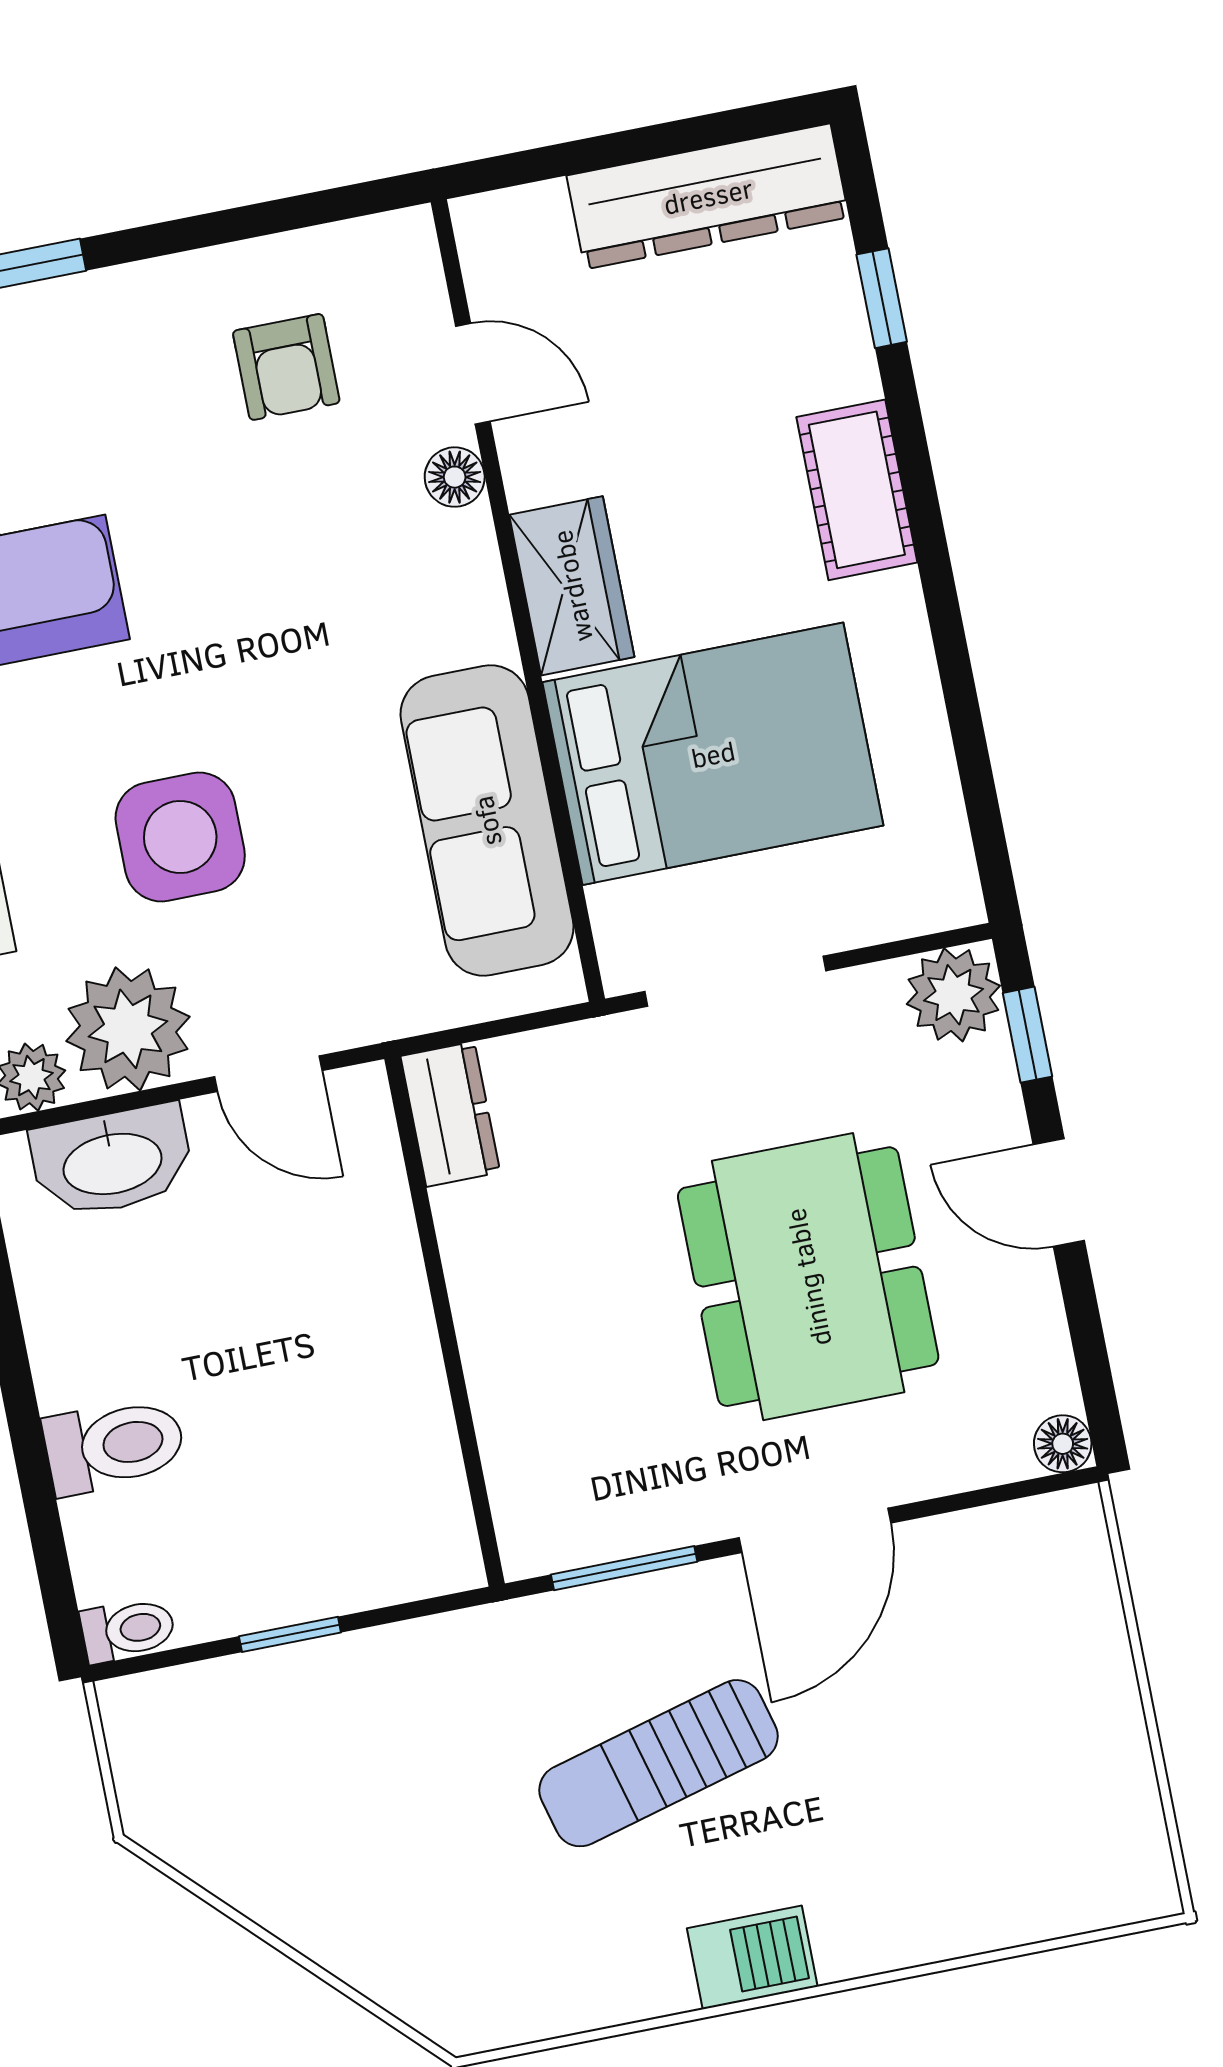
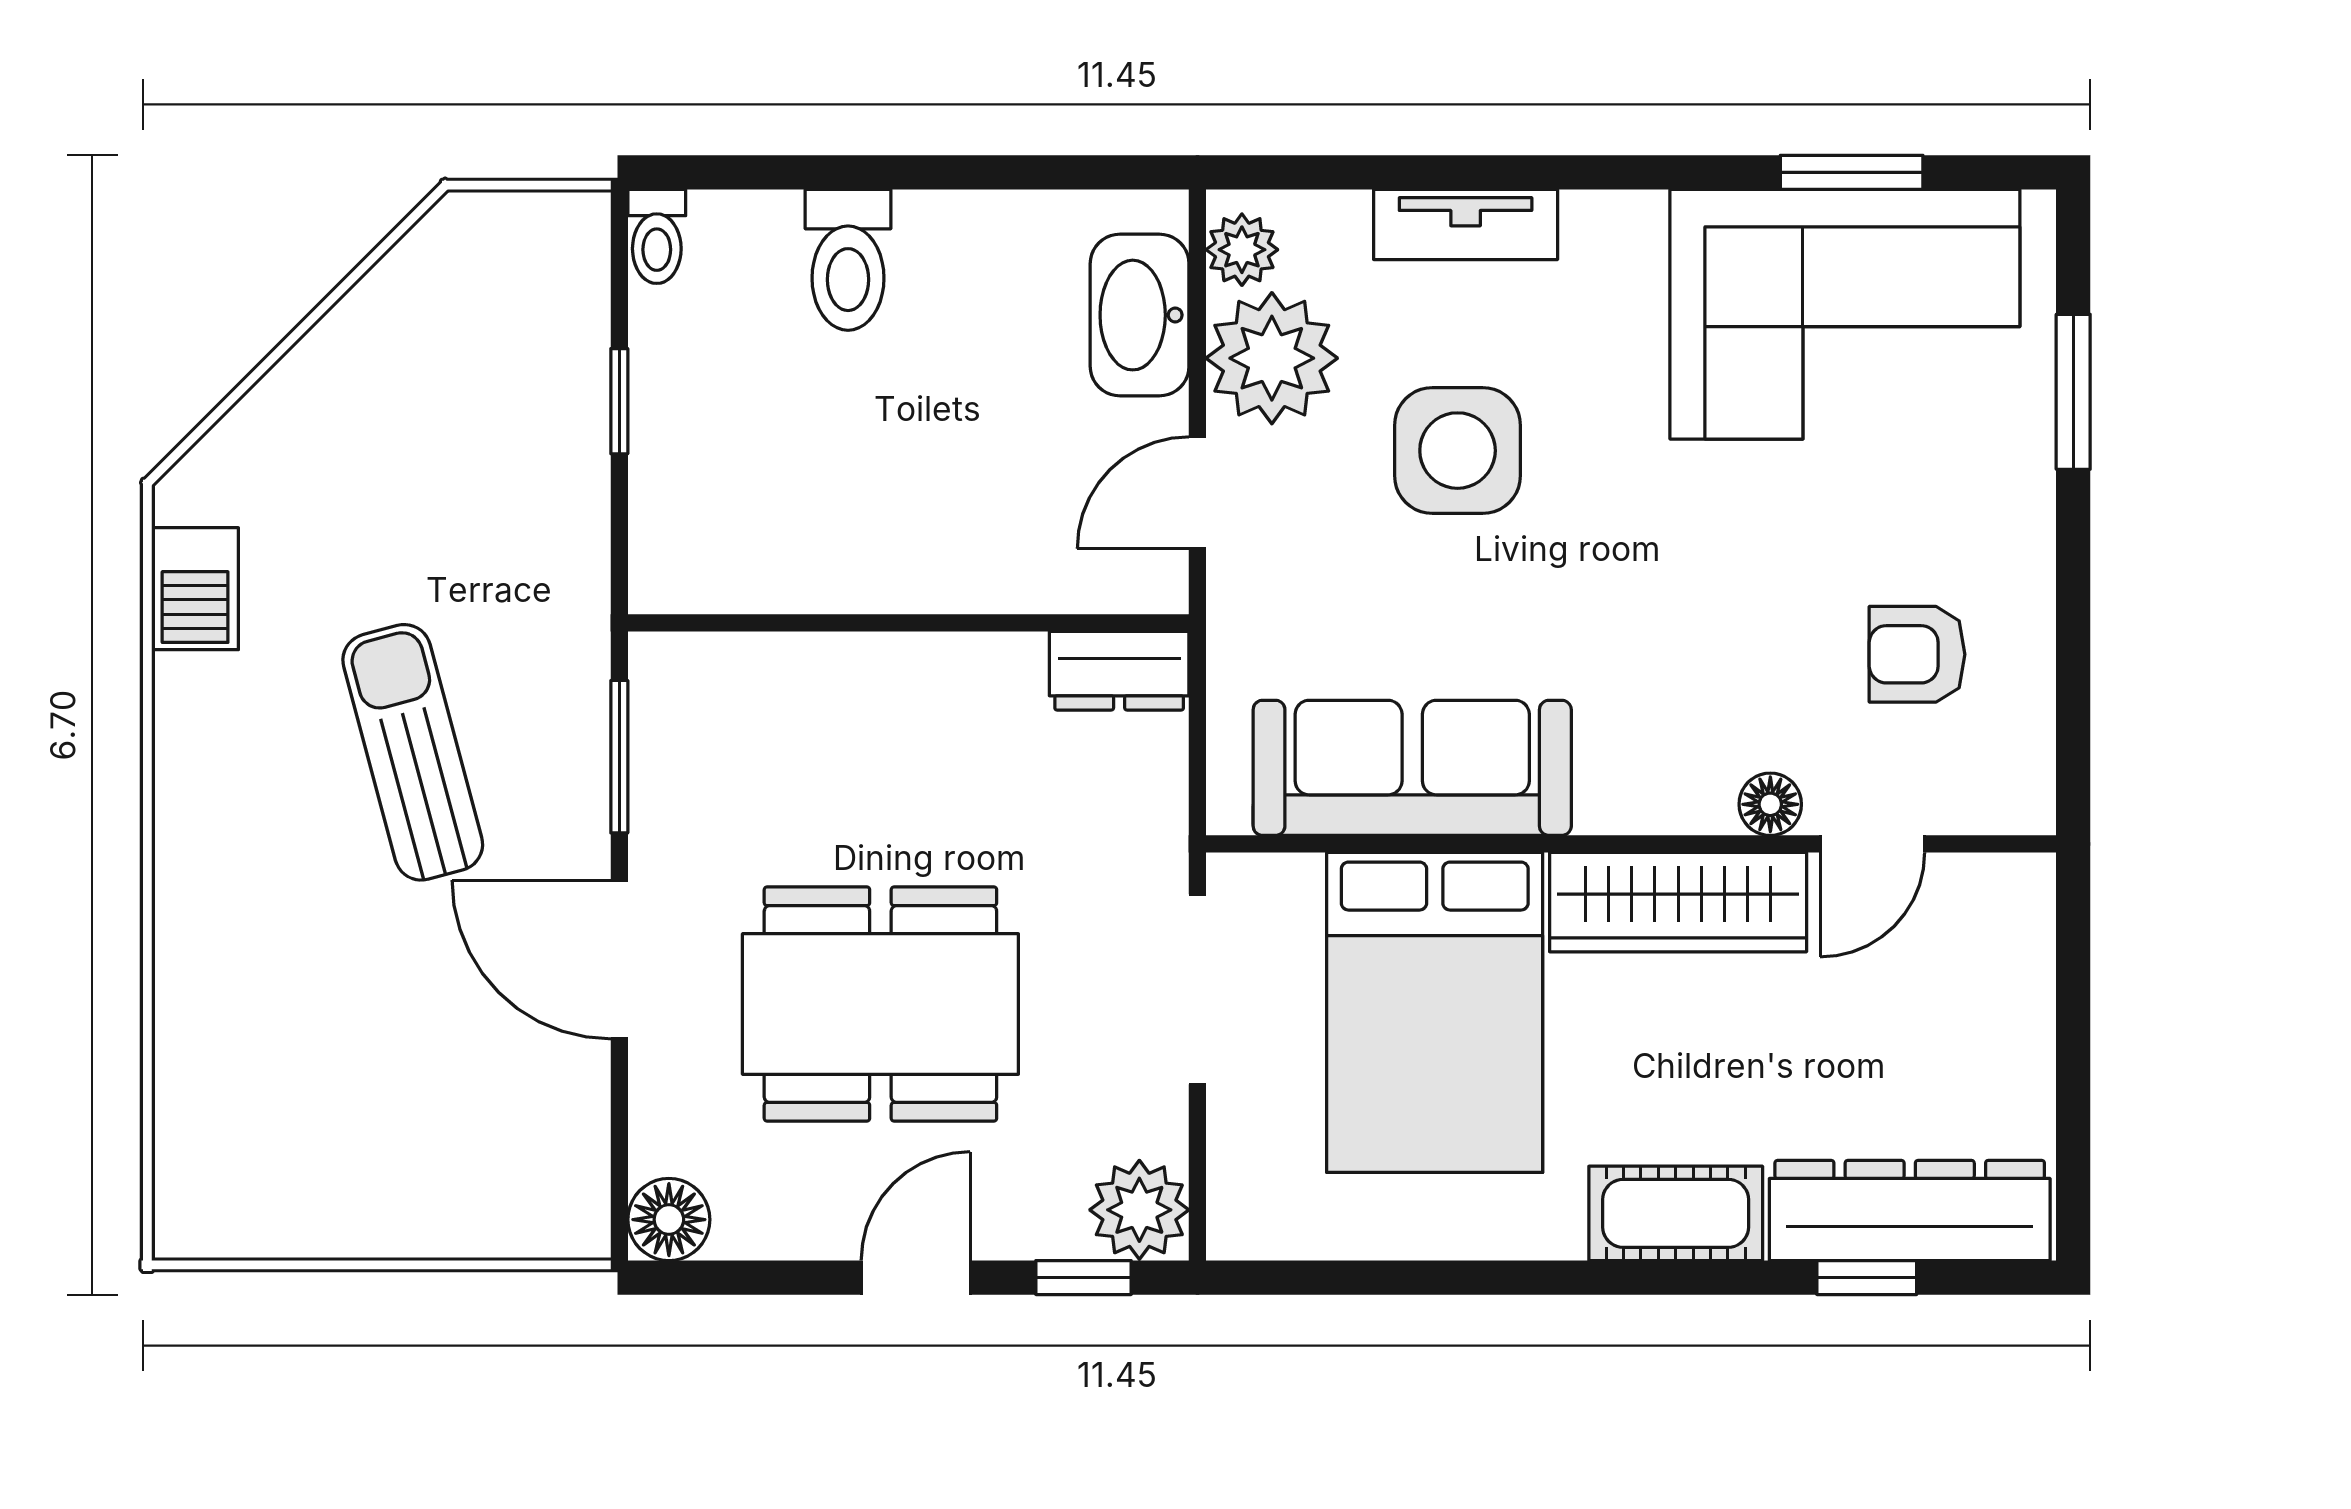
dresser: (708, 196) -> (1910, 1210), moved, turned 90
wardrobe: (572, 586) -> (1678, 902), width x1.50
floor lamp: (1063, 1444) -> (669, 1220), width x1.37, depth x1.37
barbecue: (752, 1957) -> (195, 589), moved

